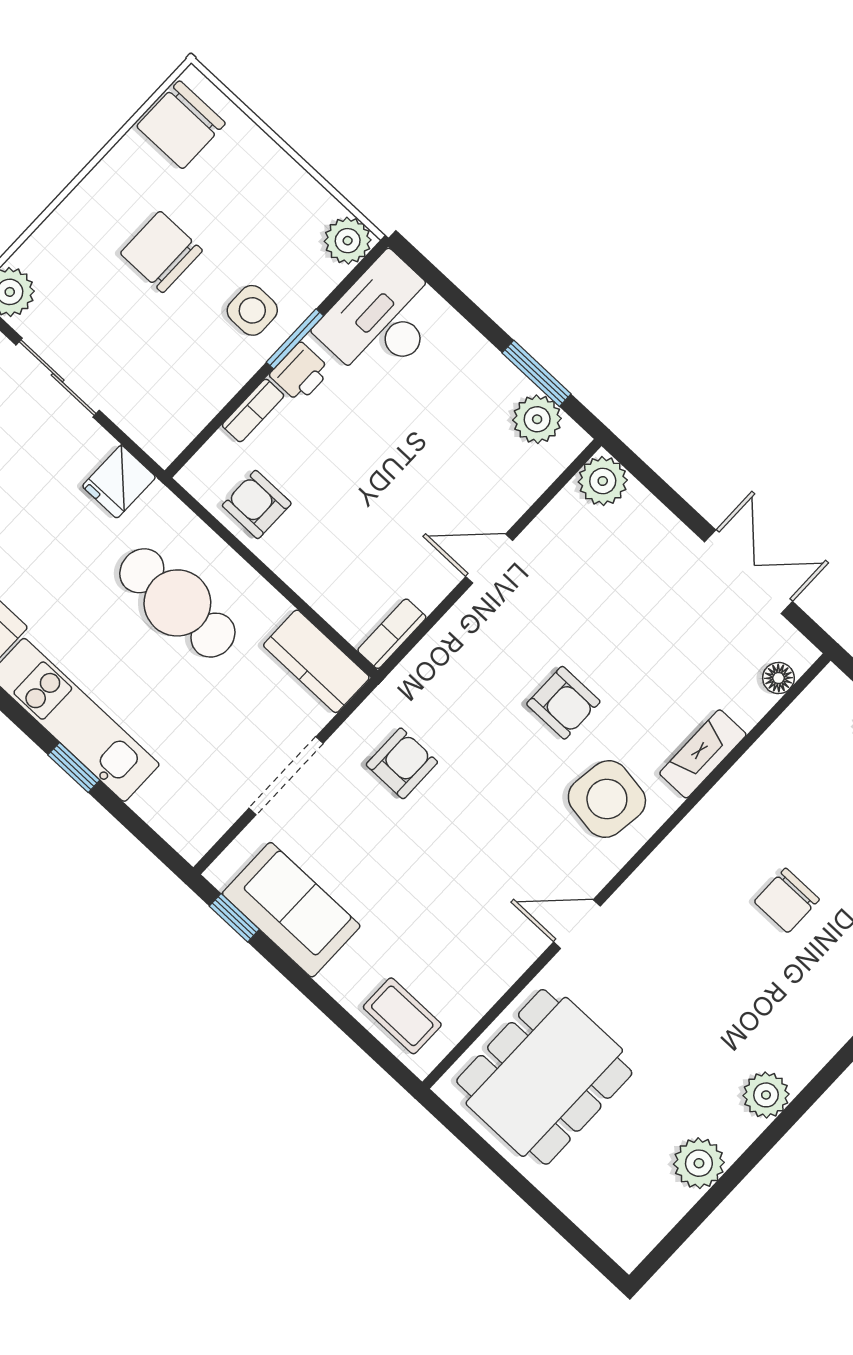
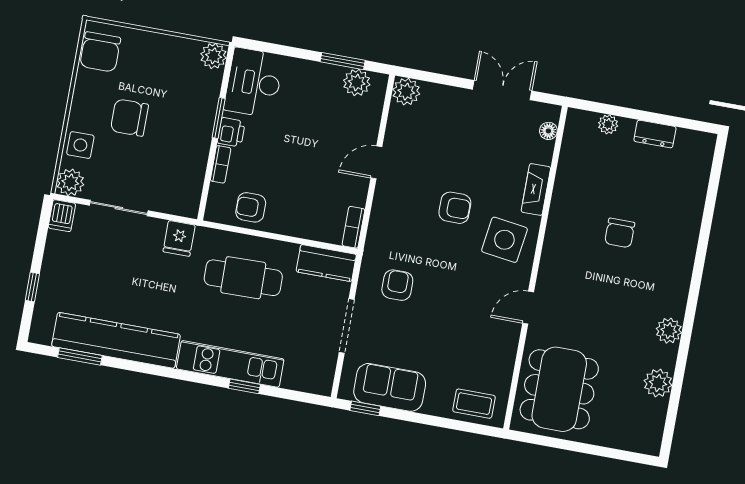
side table: (252, 310) -> (80, 145), moved

